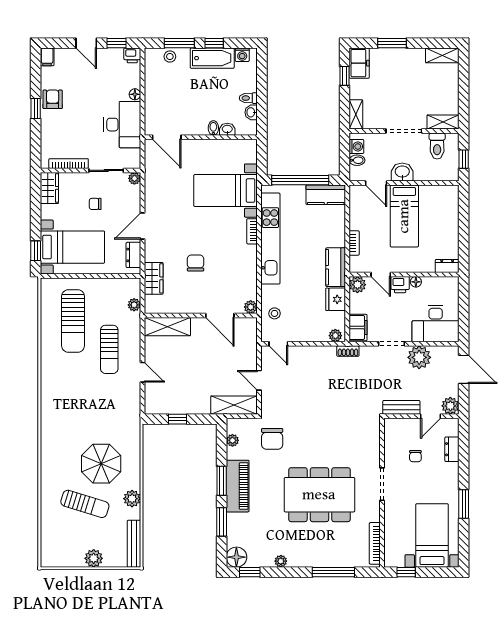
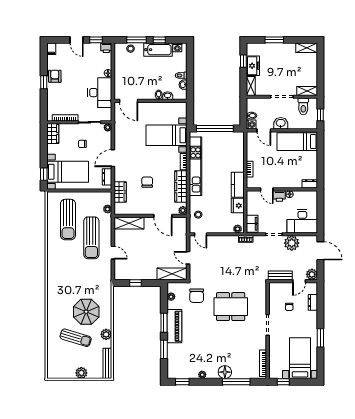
freezer: (359, 63) -> (253, 66), moved
washing machine: (356, 146) -> (251, 125), moved
kitchen counter: (326, 195) -> (231, 138), removed
bed: (404, 216) -> (297, 142), moved, turned 90
wardrobe: (248, 270) -> (181, 186), added
plant: (357, 285) -> (252, 196), removed
sun lounger: (109, 349) -> (91, 238), width x1.36, depth x1.34
dining table: (319, 495) -> (231, 307), moved, width x0.73, depth x0.80
floor lamp: (236, 557) -> (225, 372), moved

